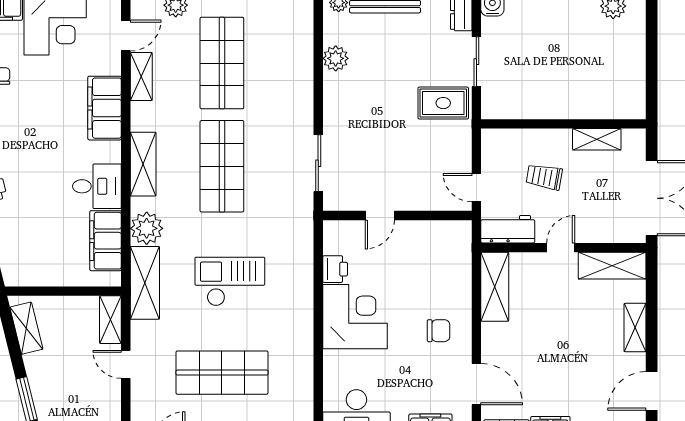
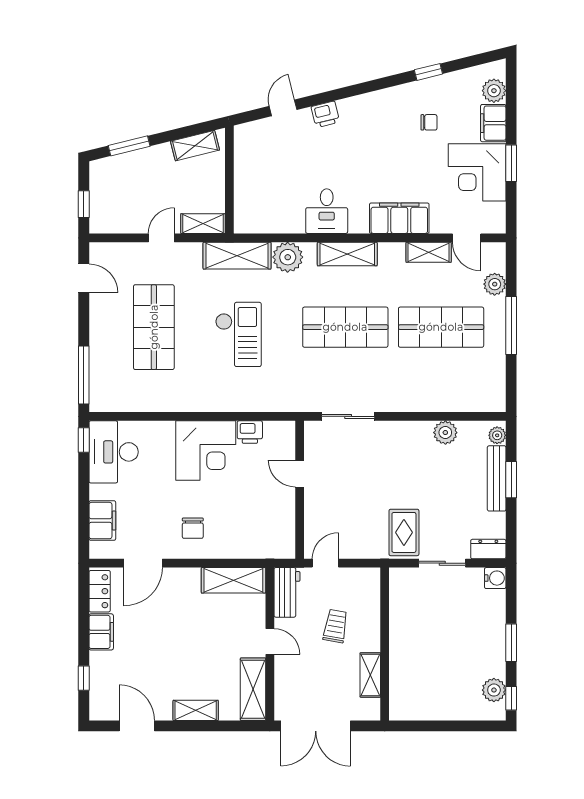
filing cabinet: (106, 241) -> (276, 219), removed

